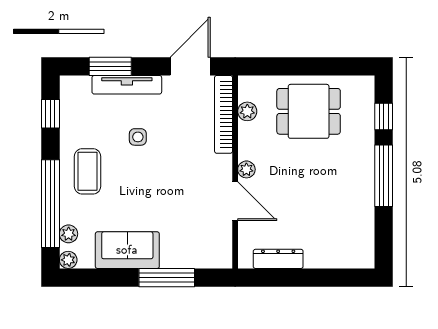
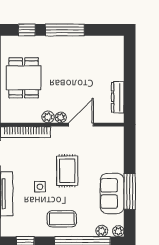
plant: (247, 111) -> (48, 117), moved
rug: (163, 180) -> (67, 171), added
window: (167, 278) -> (130, 191), moved

